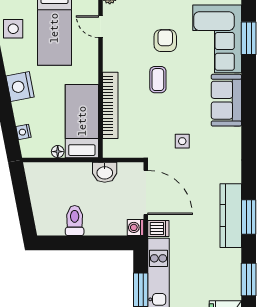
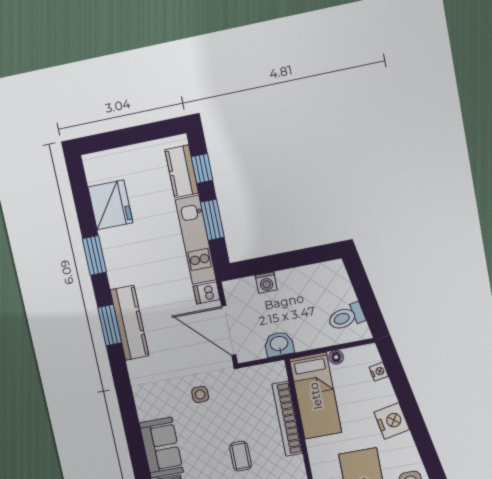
toilet: (75, 221) -> (346, 317), moved, turned 79
washing machine: (135, 227) -> (266, 283), moved, turned 90

